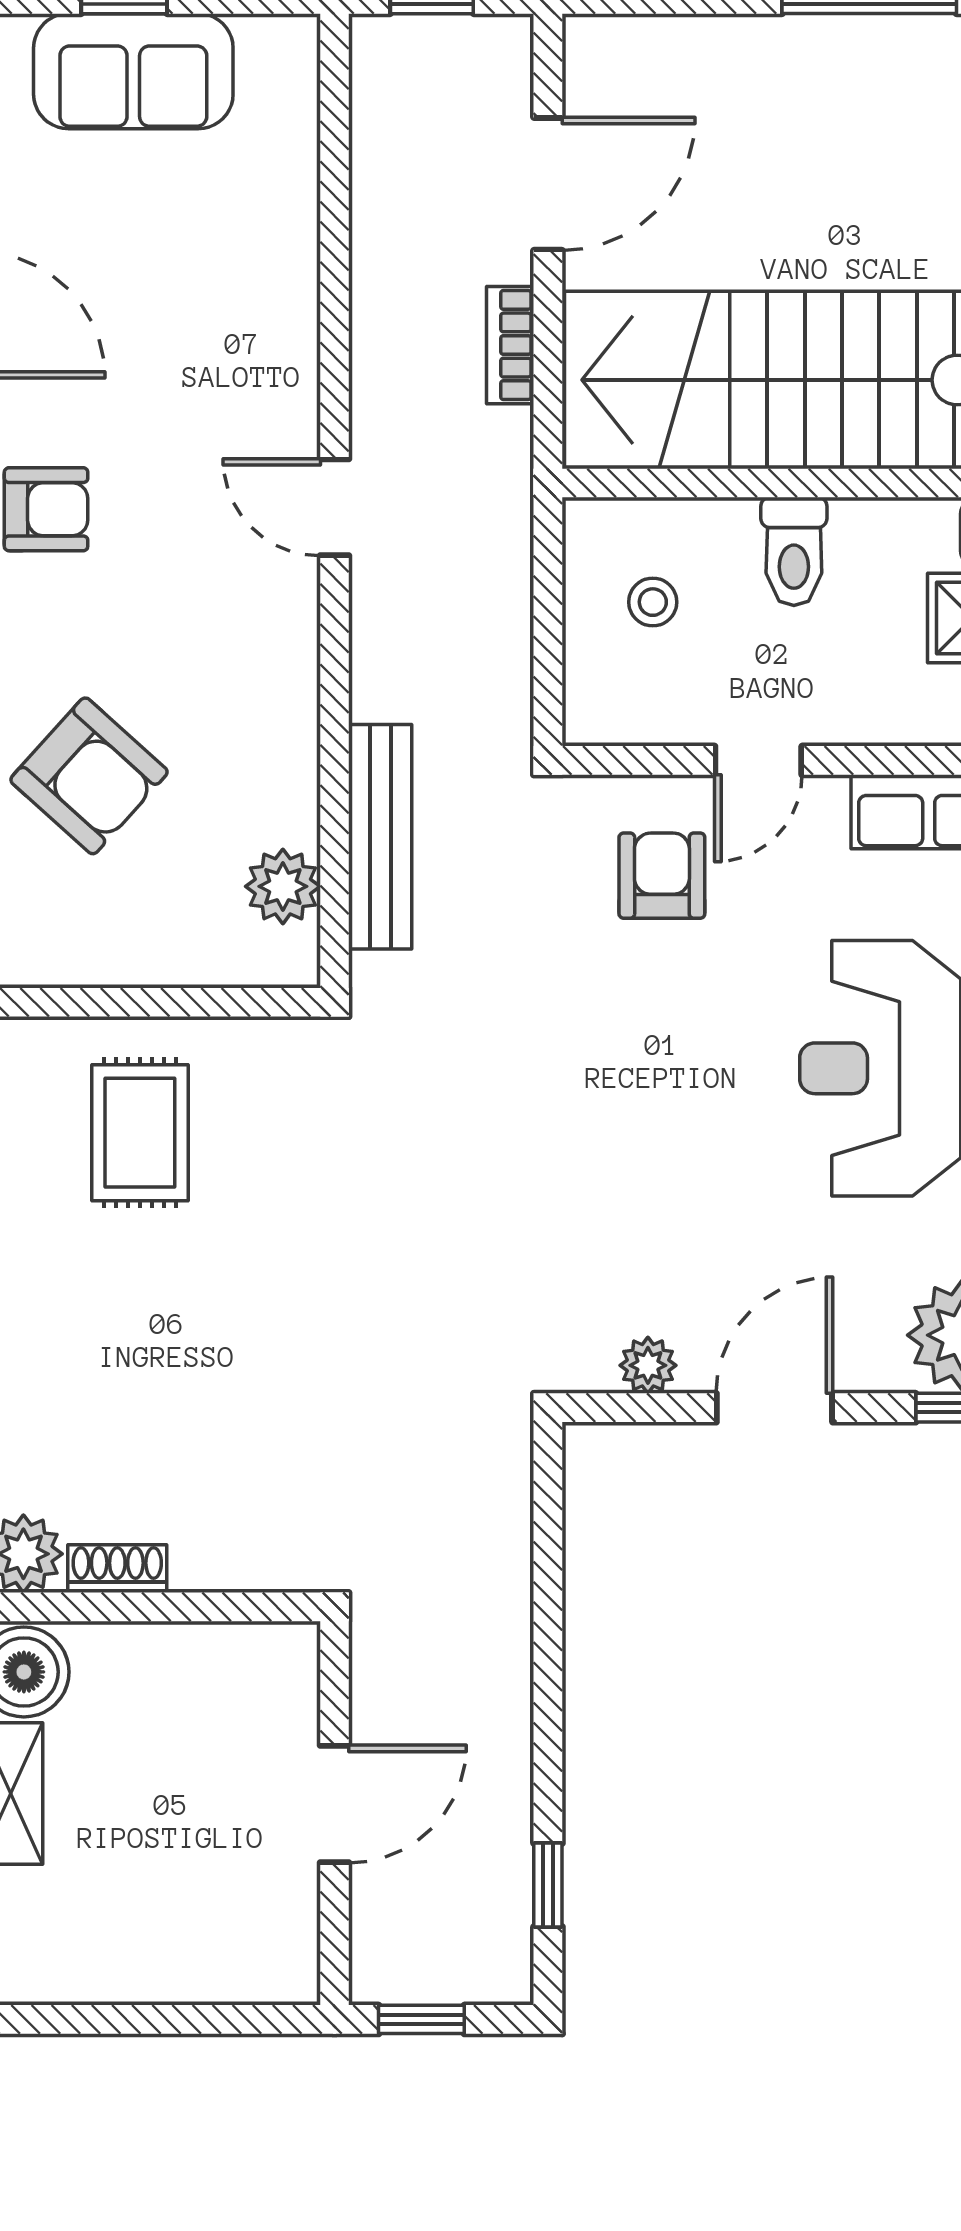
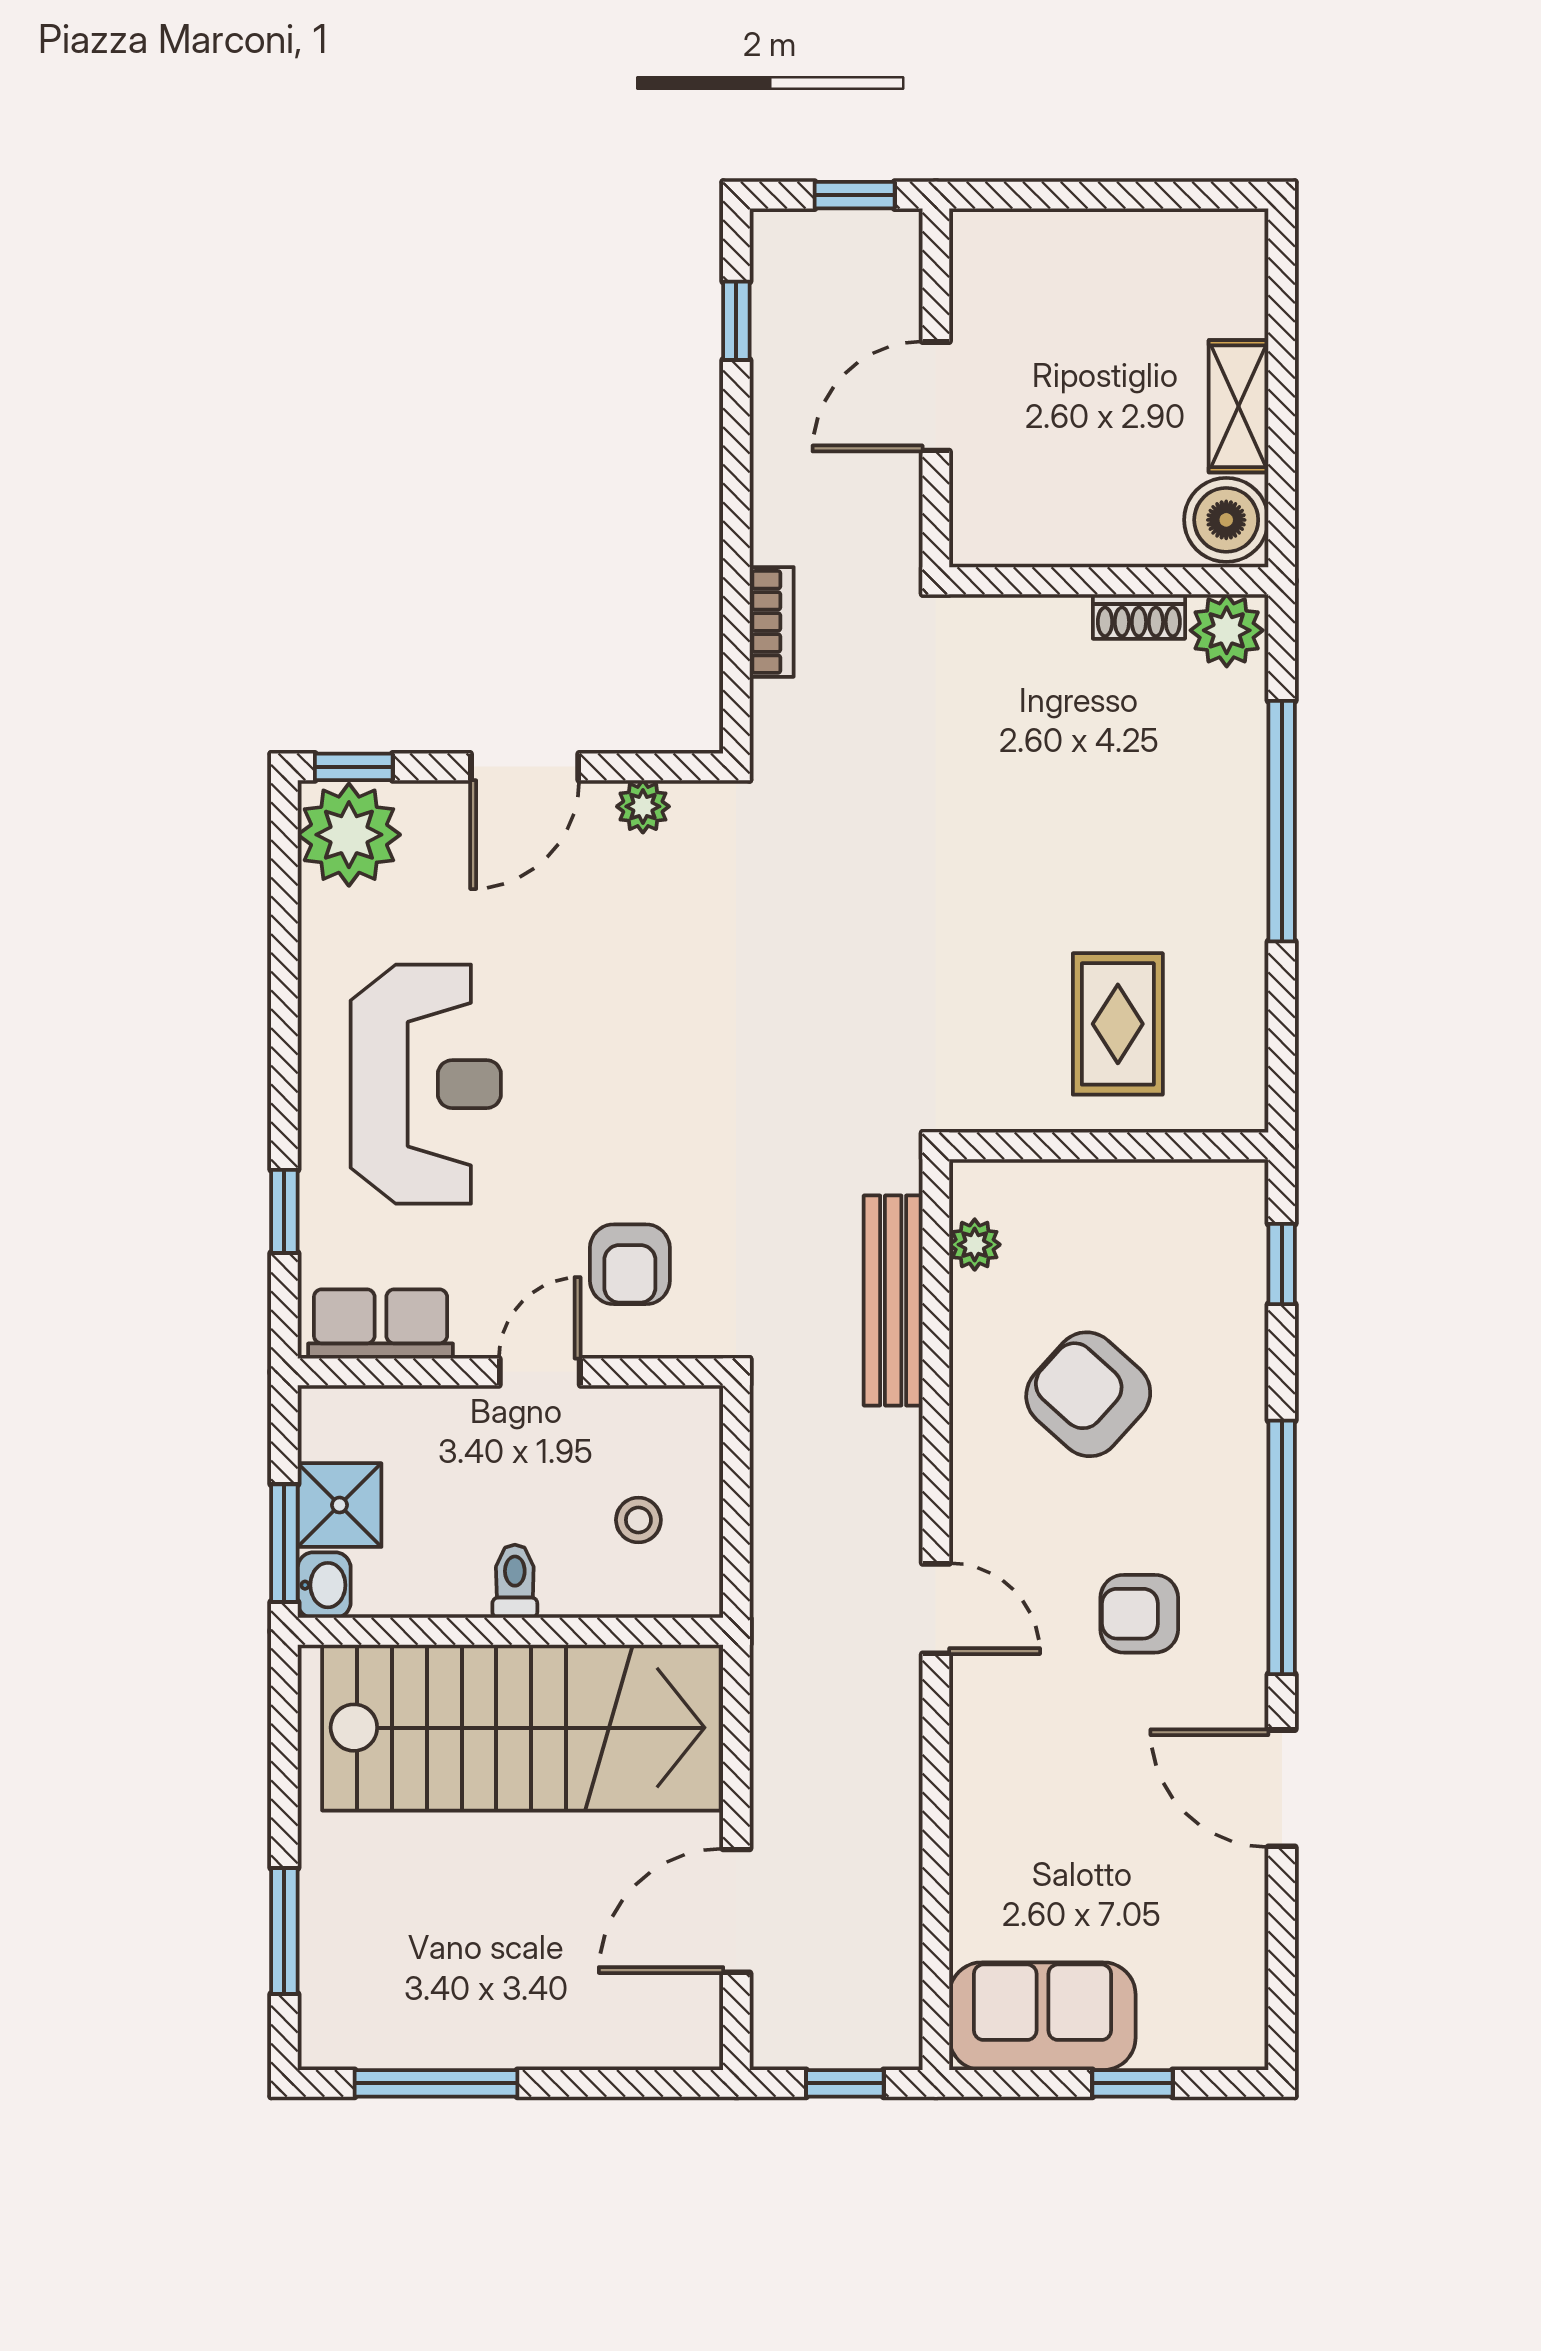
sofa: (133, 71) -> (1042, 2016), moved
bookcase: (510, 345) -> (772, 622), moved
armchair: (46, 509) -> (1139, 1614), moved
toilet: (794, 551) -> (515, 1581), width x0.73, depth x0.72
armchair: (89, 776) -> (1088, 1394), moved
plant: (283, 886) -> (975, 1245), width x0.73, depth x0.73

